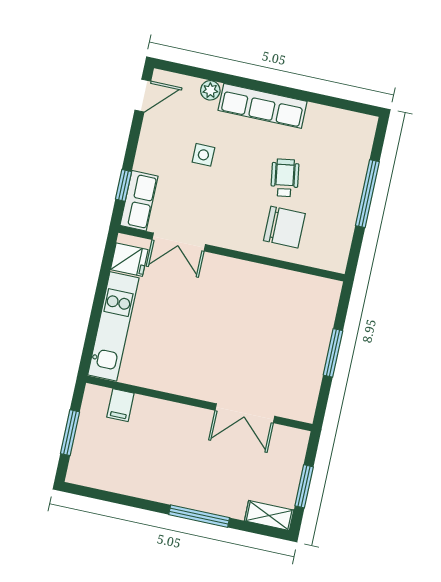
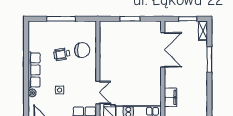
chair: (284, 227) -> (82, 50), turned 90
filing cabinet: (120, 405) -> (171, 97), width x2.00
double door: (245, 413) -> (163, 50), width x1.37

